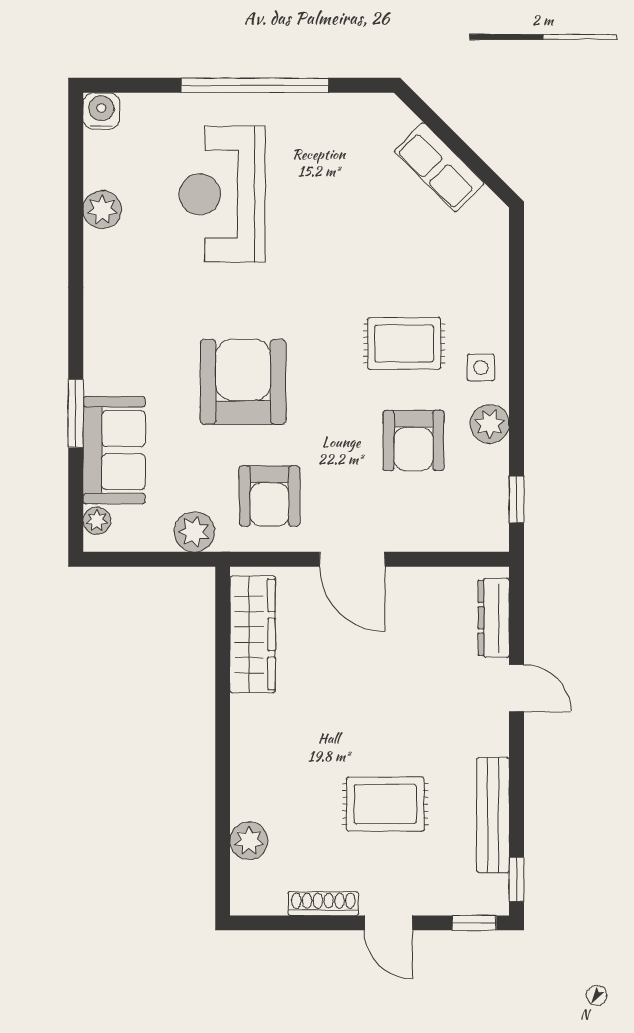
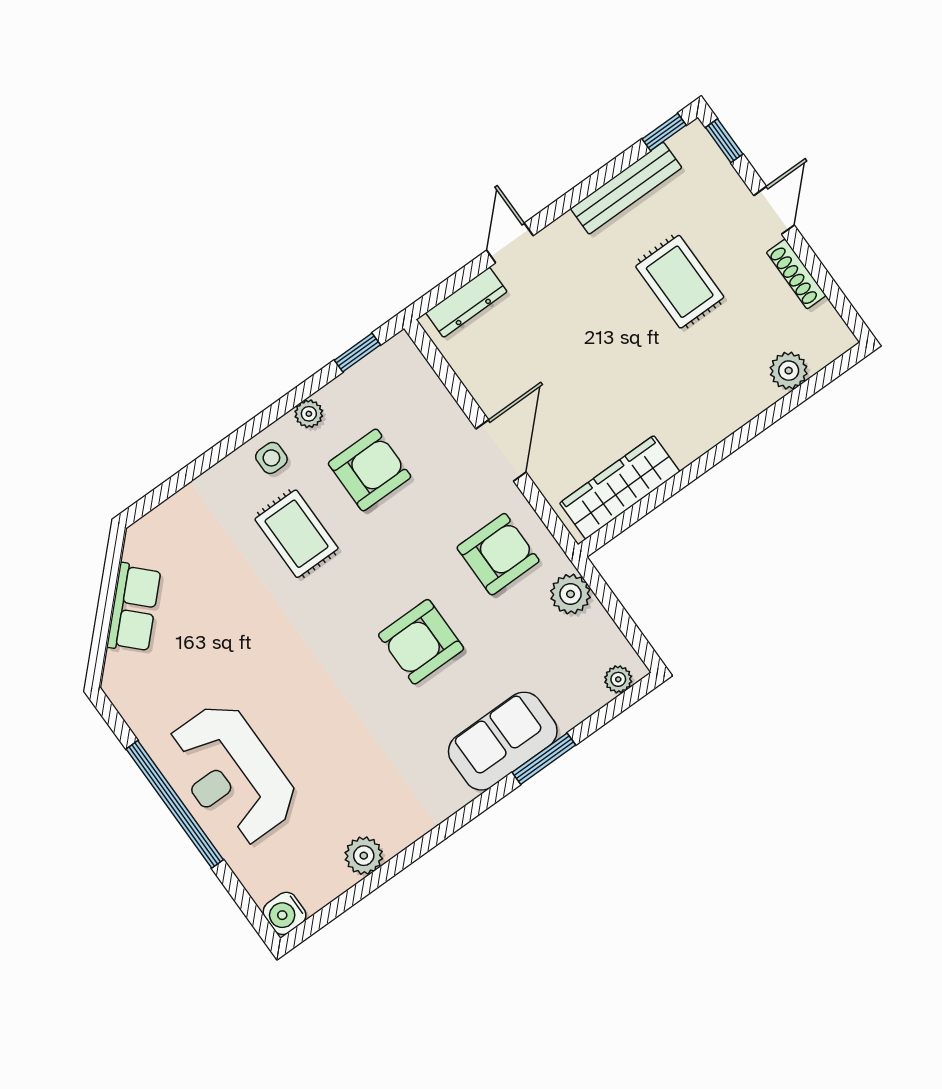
reception desk: (222, 194) -> (231, 774), moved, turned 90
armchair: (243, 382) -> (421, 642), width x0.73, depth x0.73
plant: (490, 424) -> (309, 414), width x0.73, depth x0.73
sofa: (114, 450) -> (503, 741), moved

